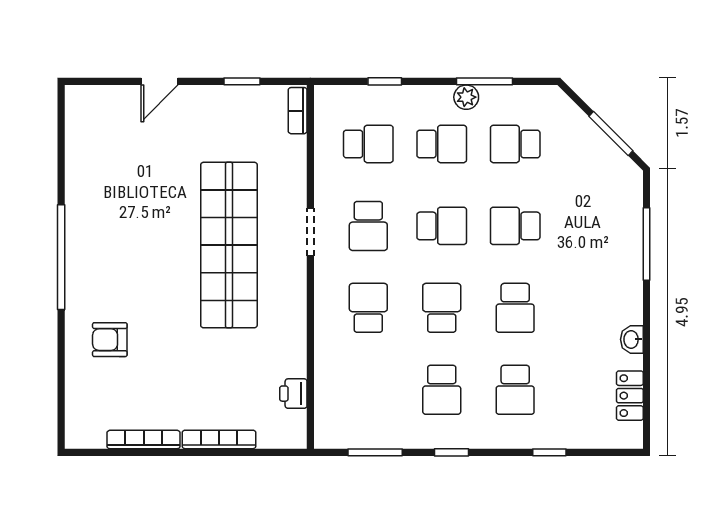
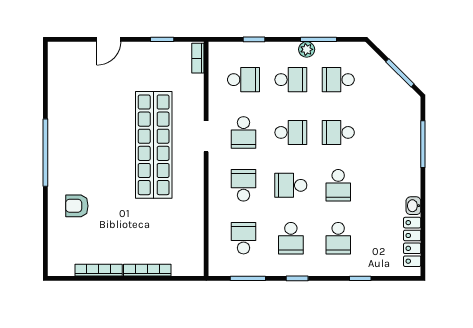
school desk: (442, 308) -> (291, 185), turned -90
school desk: (368, 390) -> (244, 238), added
printer: (293, 394) -> (195, 241), removed
locker: (630, 396) -> (412, 242), width x1.53

